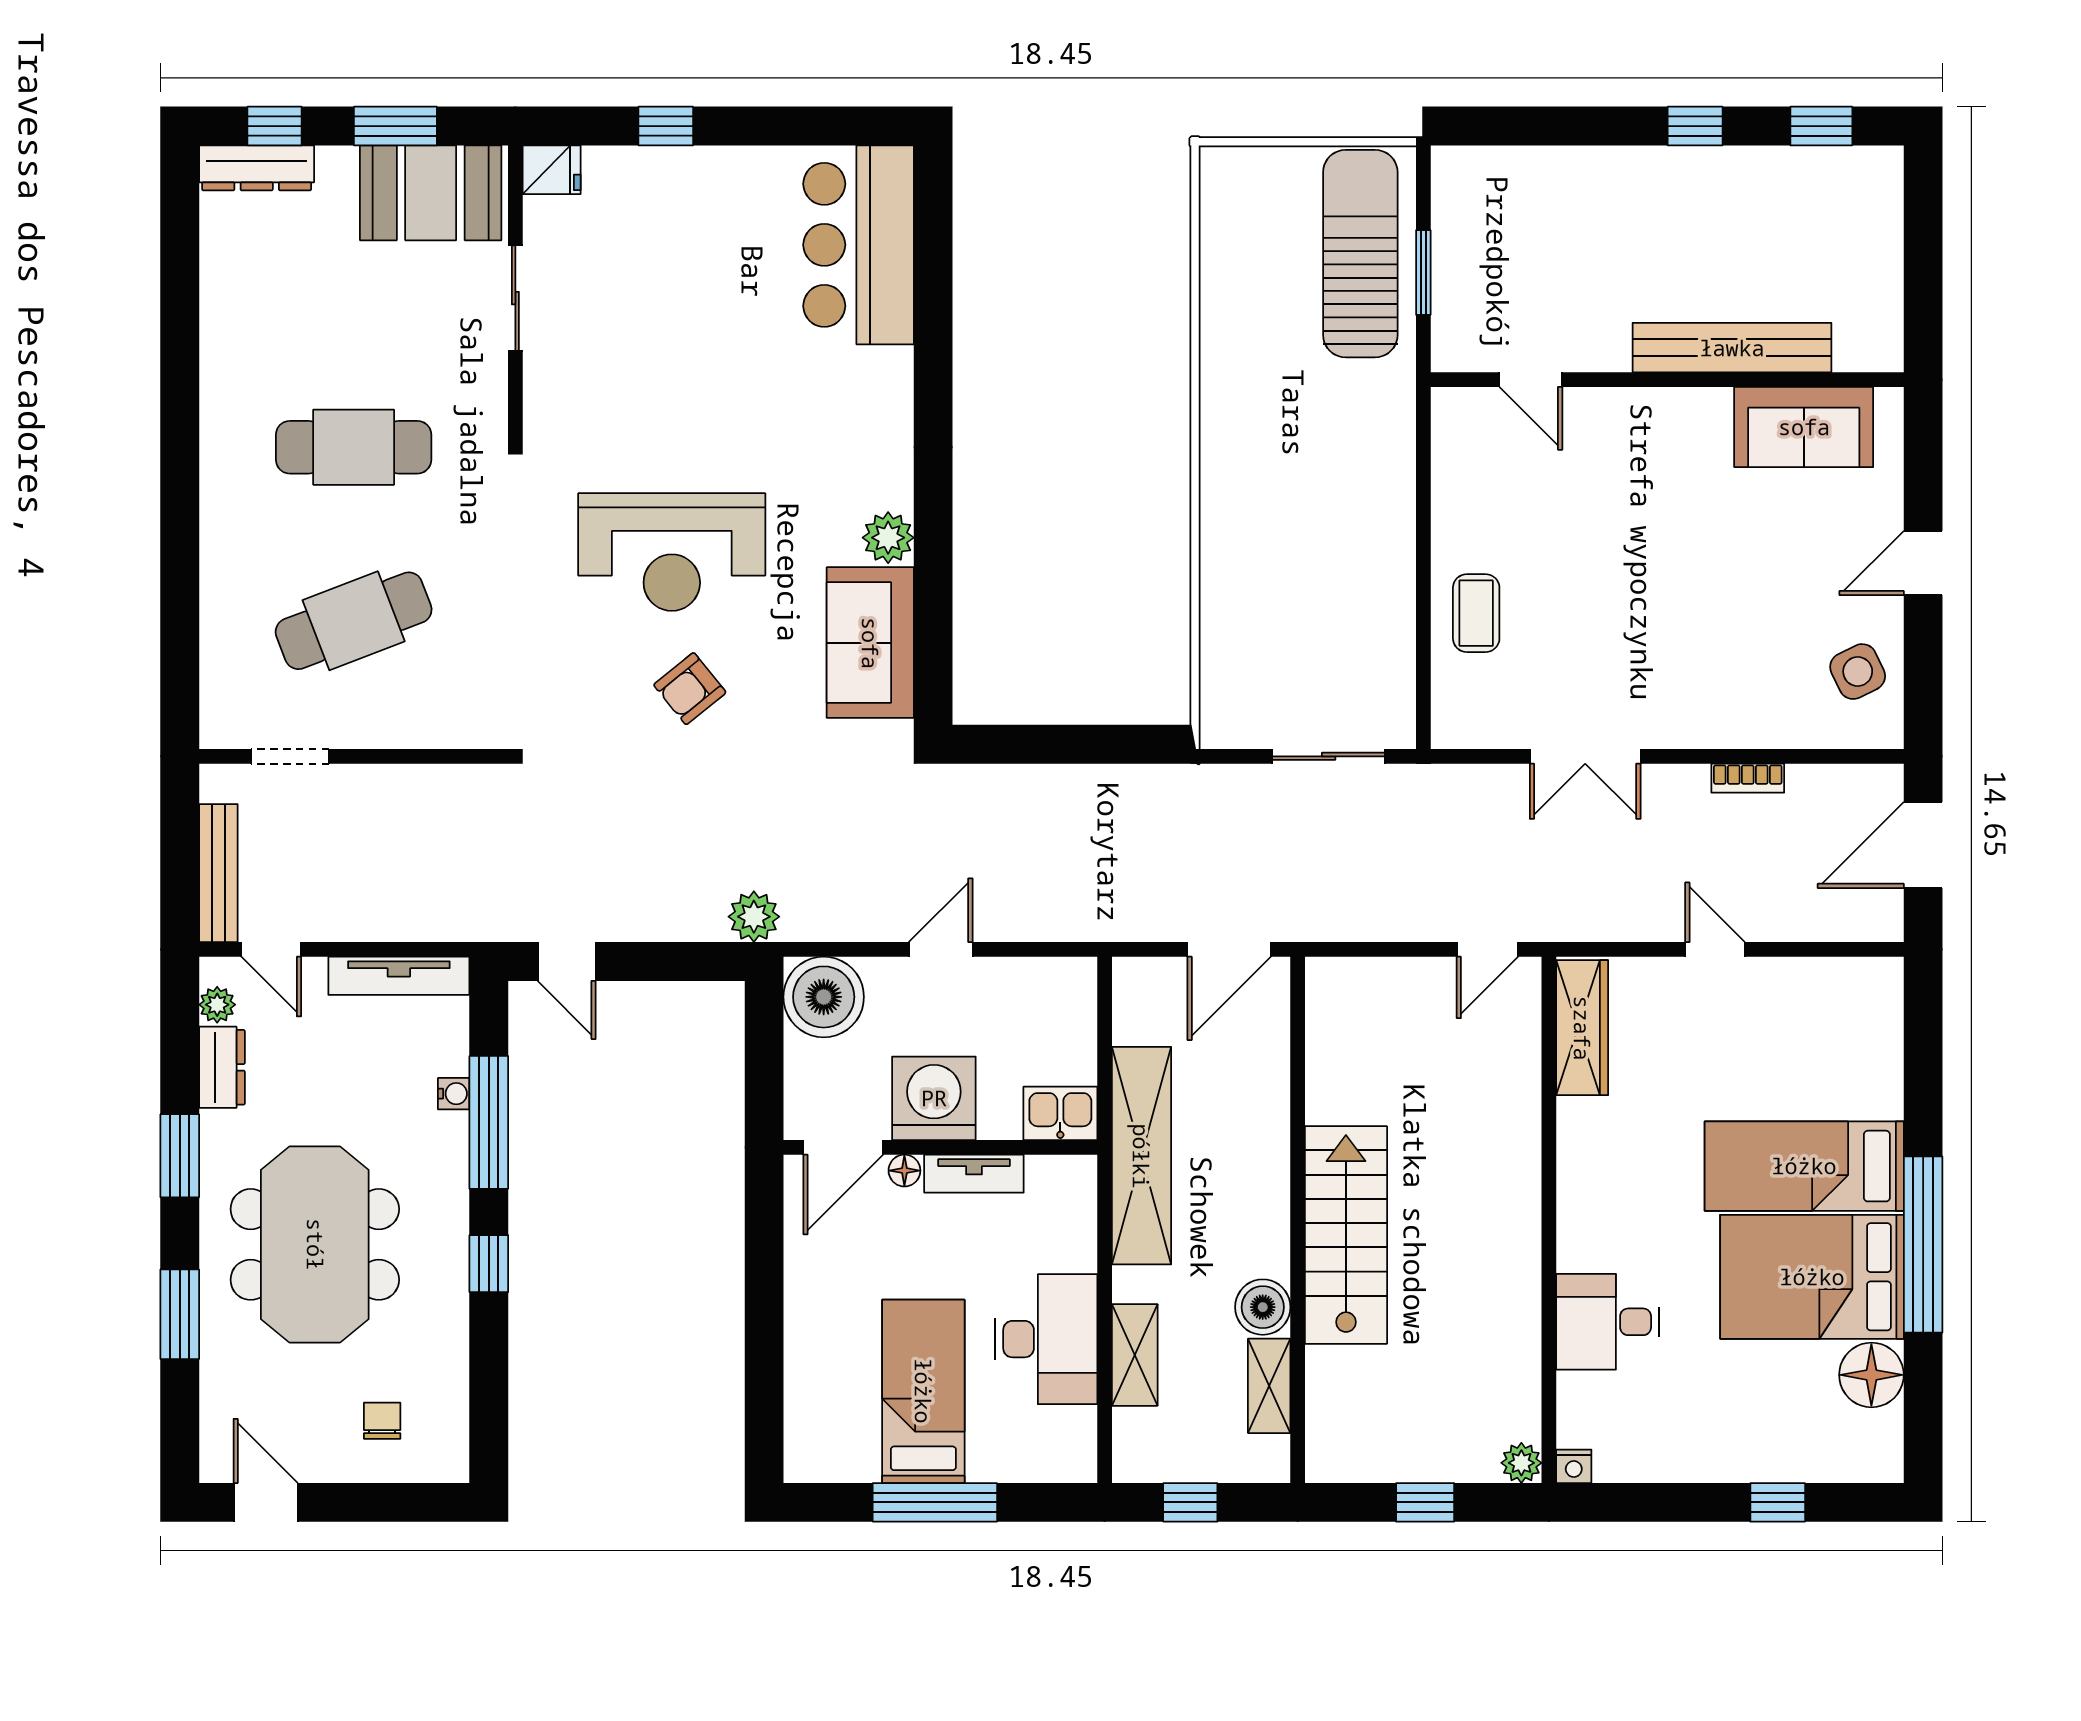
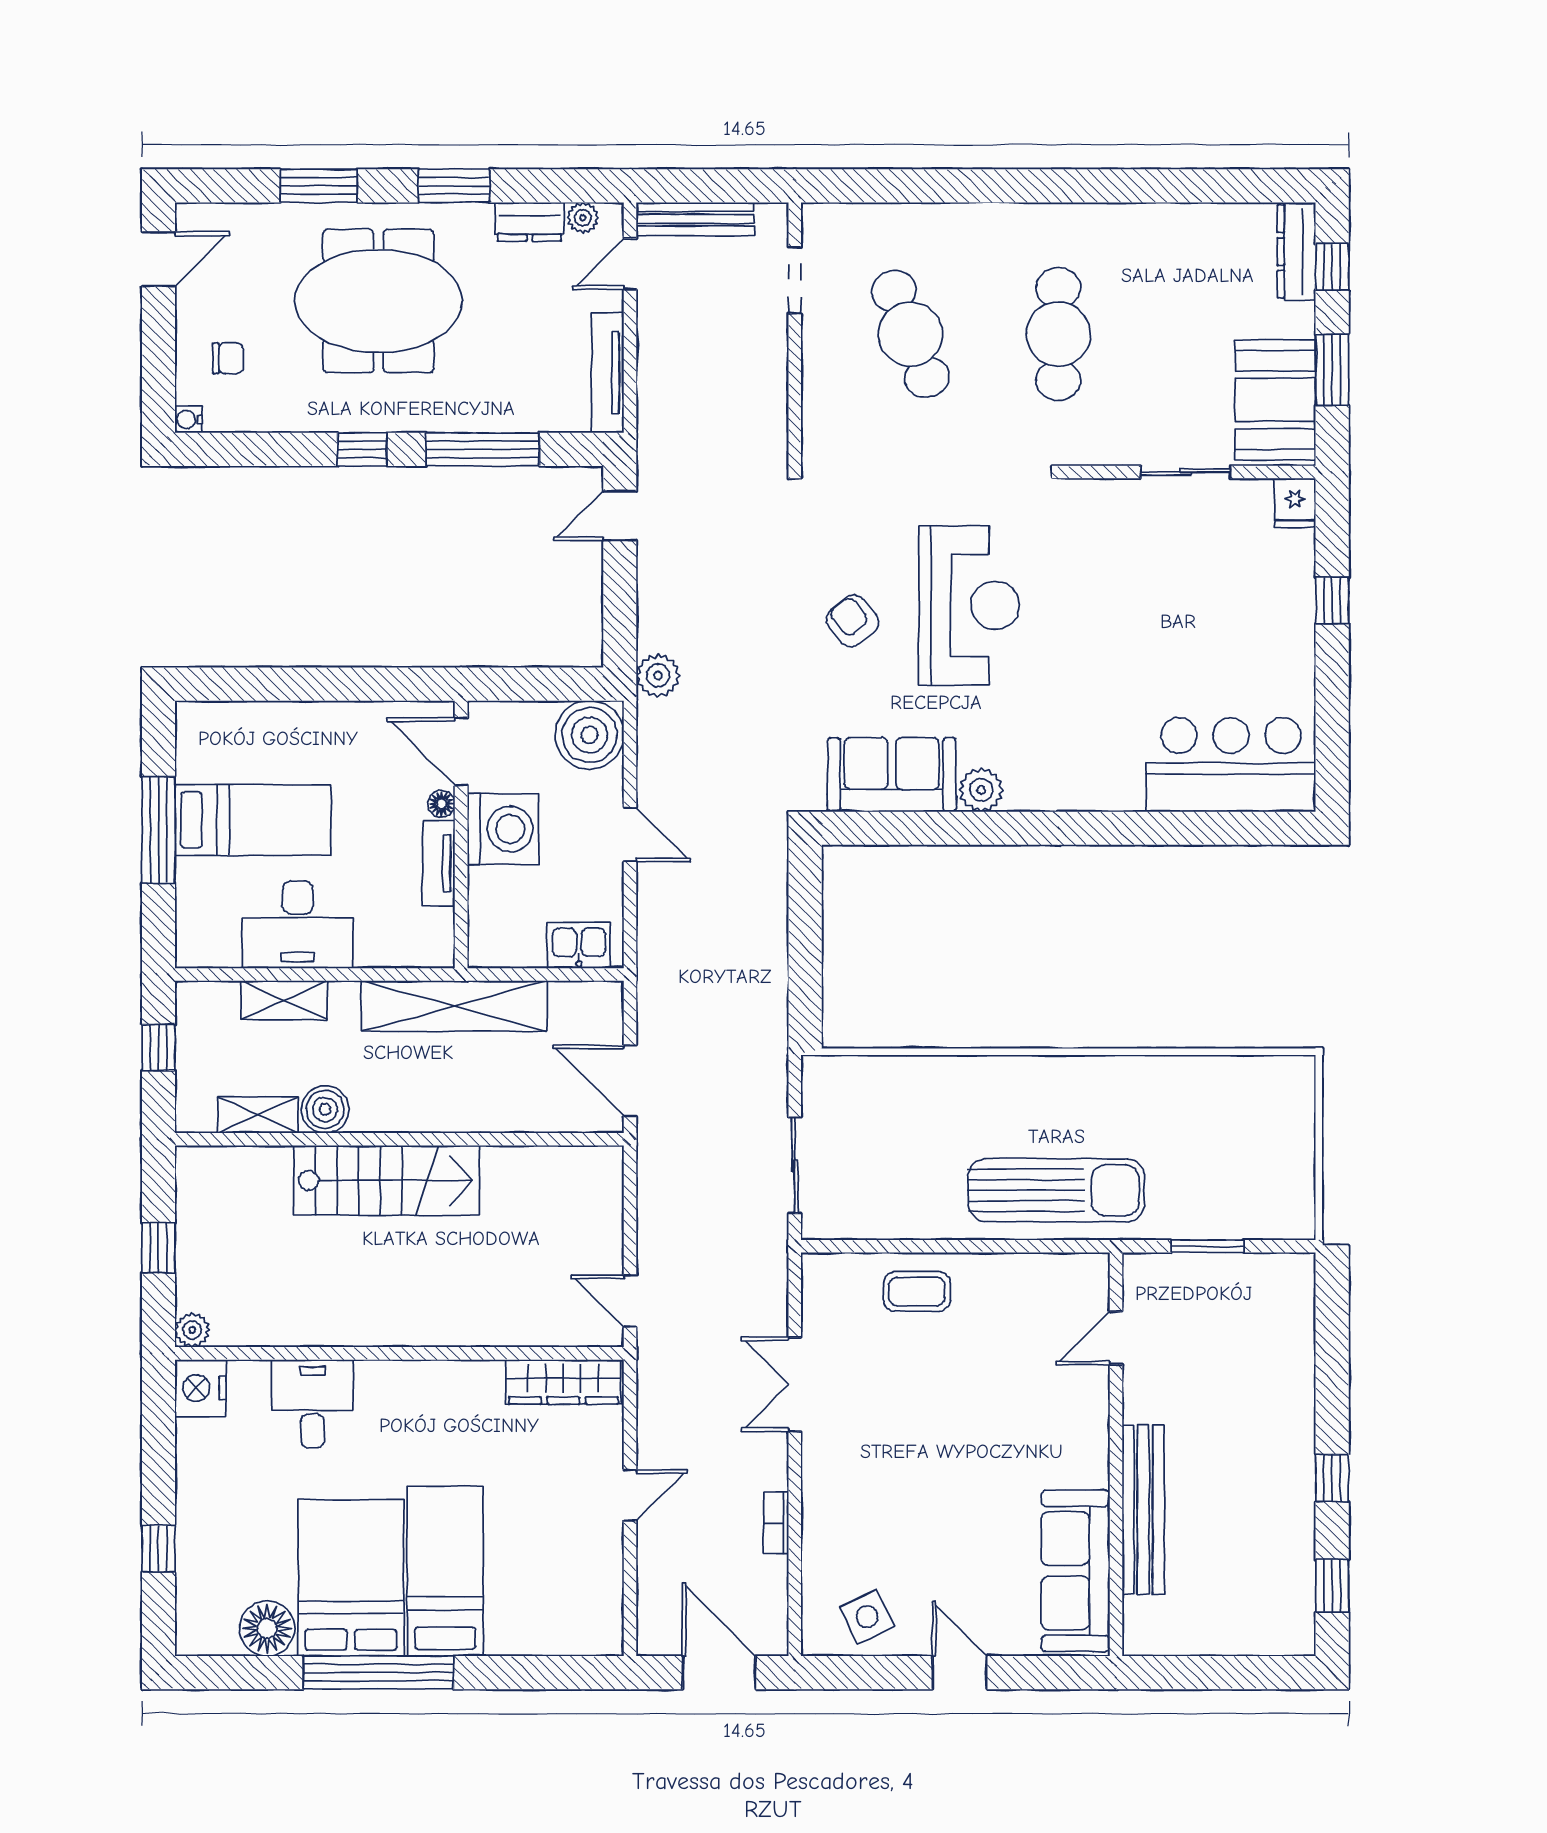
sun lounger: (1360, 254) -> (1056, 1190), moved
sofa: (1804, 427) -> (1076, 1571), width x1.36
reception desk: (672, 552) -> (969, 605), turned 180
water cooler: (454, 1094) -> (188, 419), moved, turned 90
kitchen sink: (1060, 1113) -> (579, 945), moved, turned -90
nightstand: (1574, 1466) -> (201, 1388), width x1.89, depth x1.79

